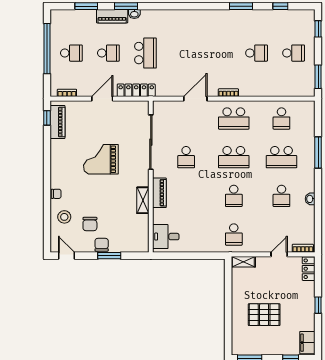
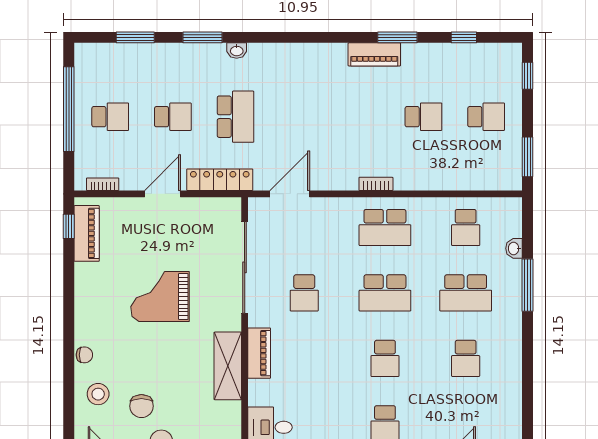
washbasin: (134, 14) -> (237, 51), moved
piano: (112, 16) -> (374, 54), moved
door: (195, 99) -> (290, 194), moved
washbasin: (310, 199) -> (514, 248), moved
shelving: (143, 200) -> (228, 366), width x1.50, depth x1.33

